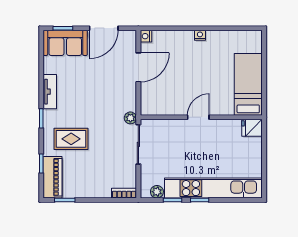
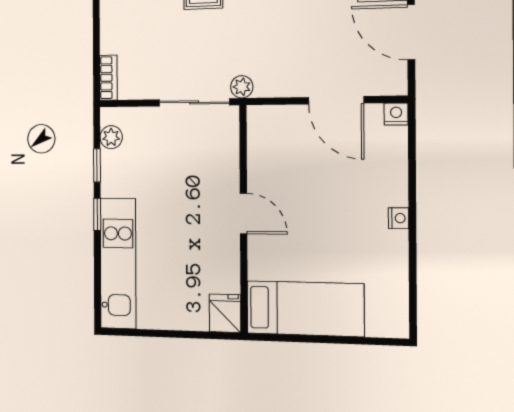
kitchen unit: (213, 188) -> (118, 263), width x0.73

